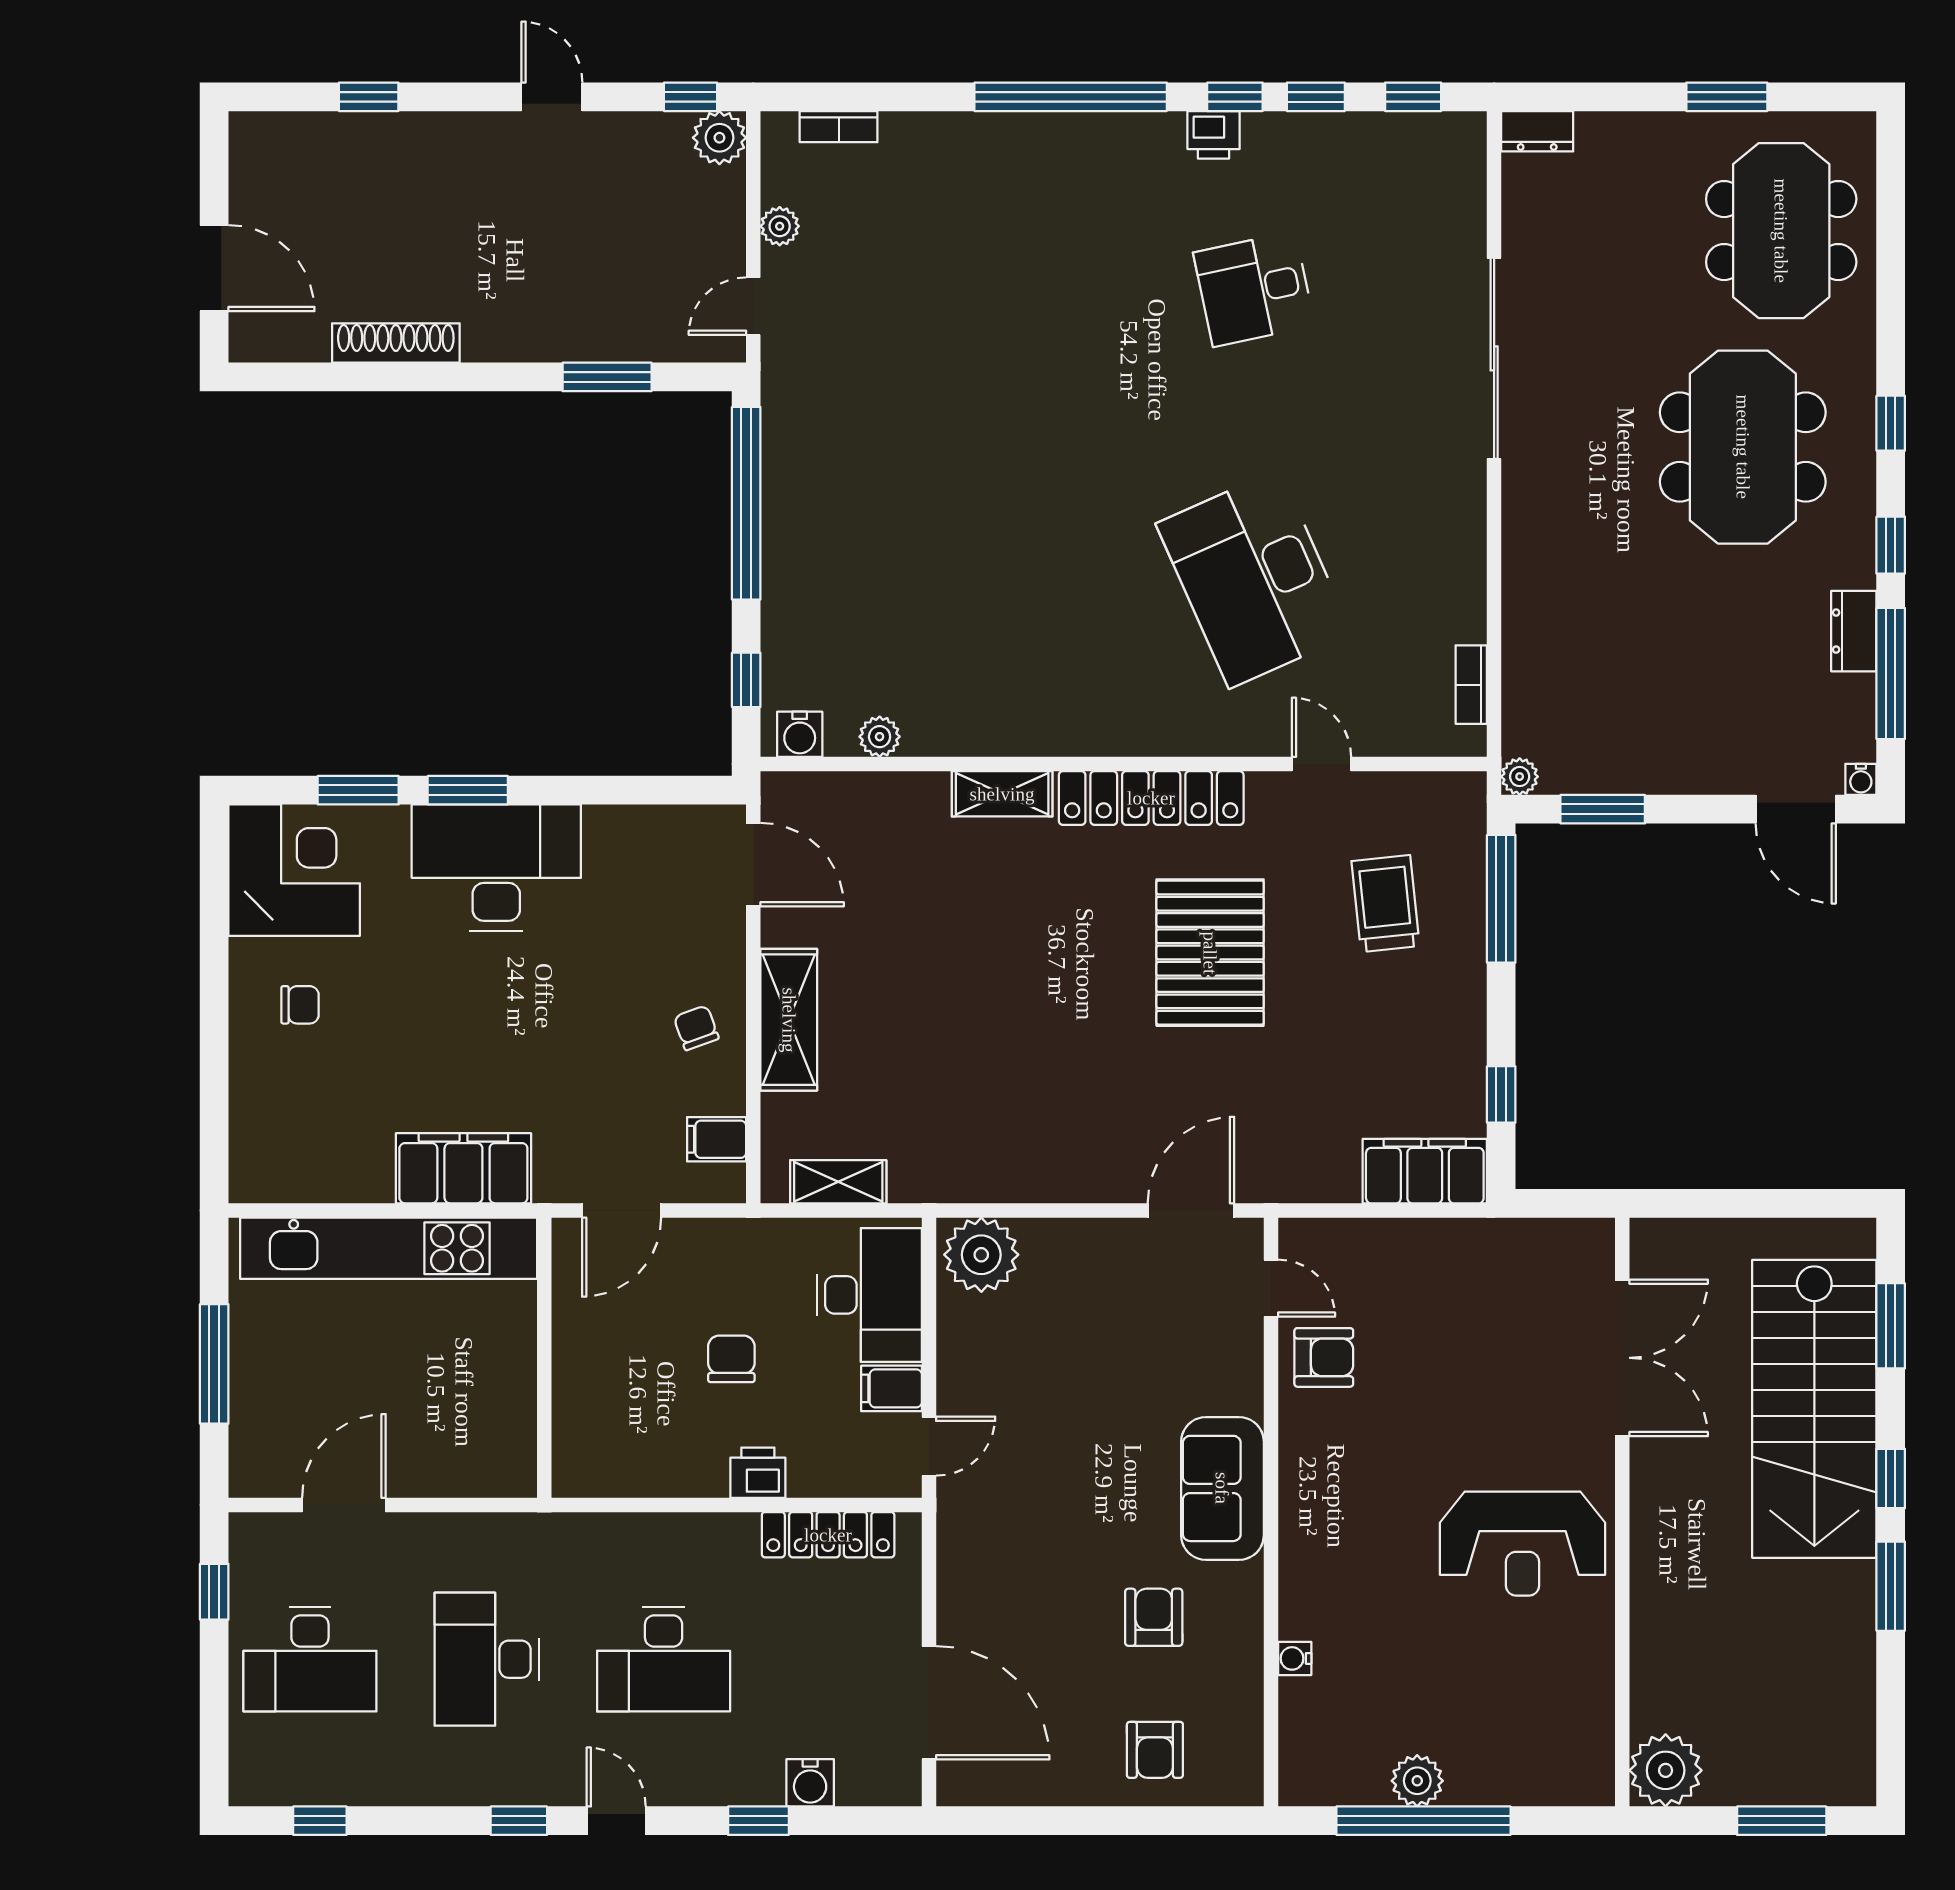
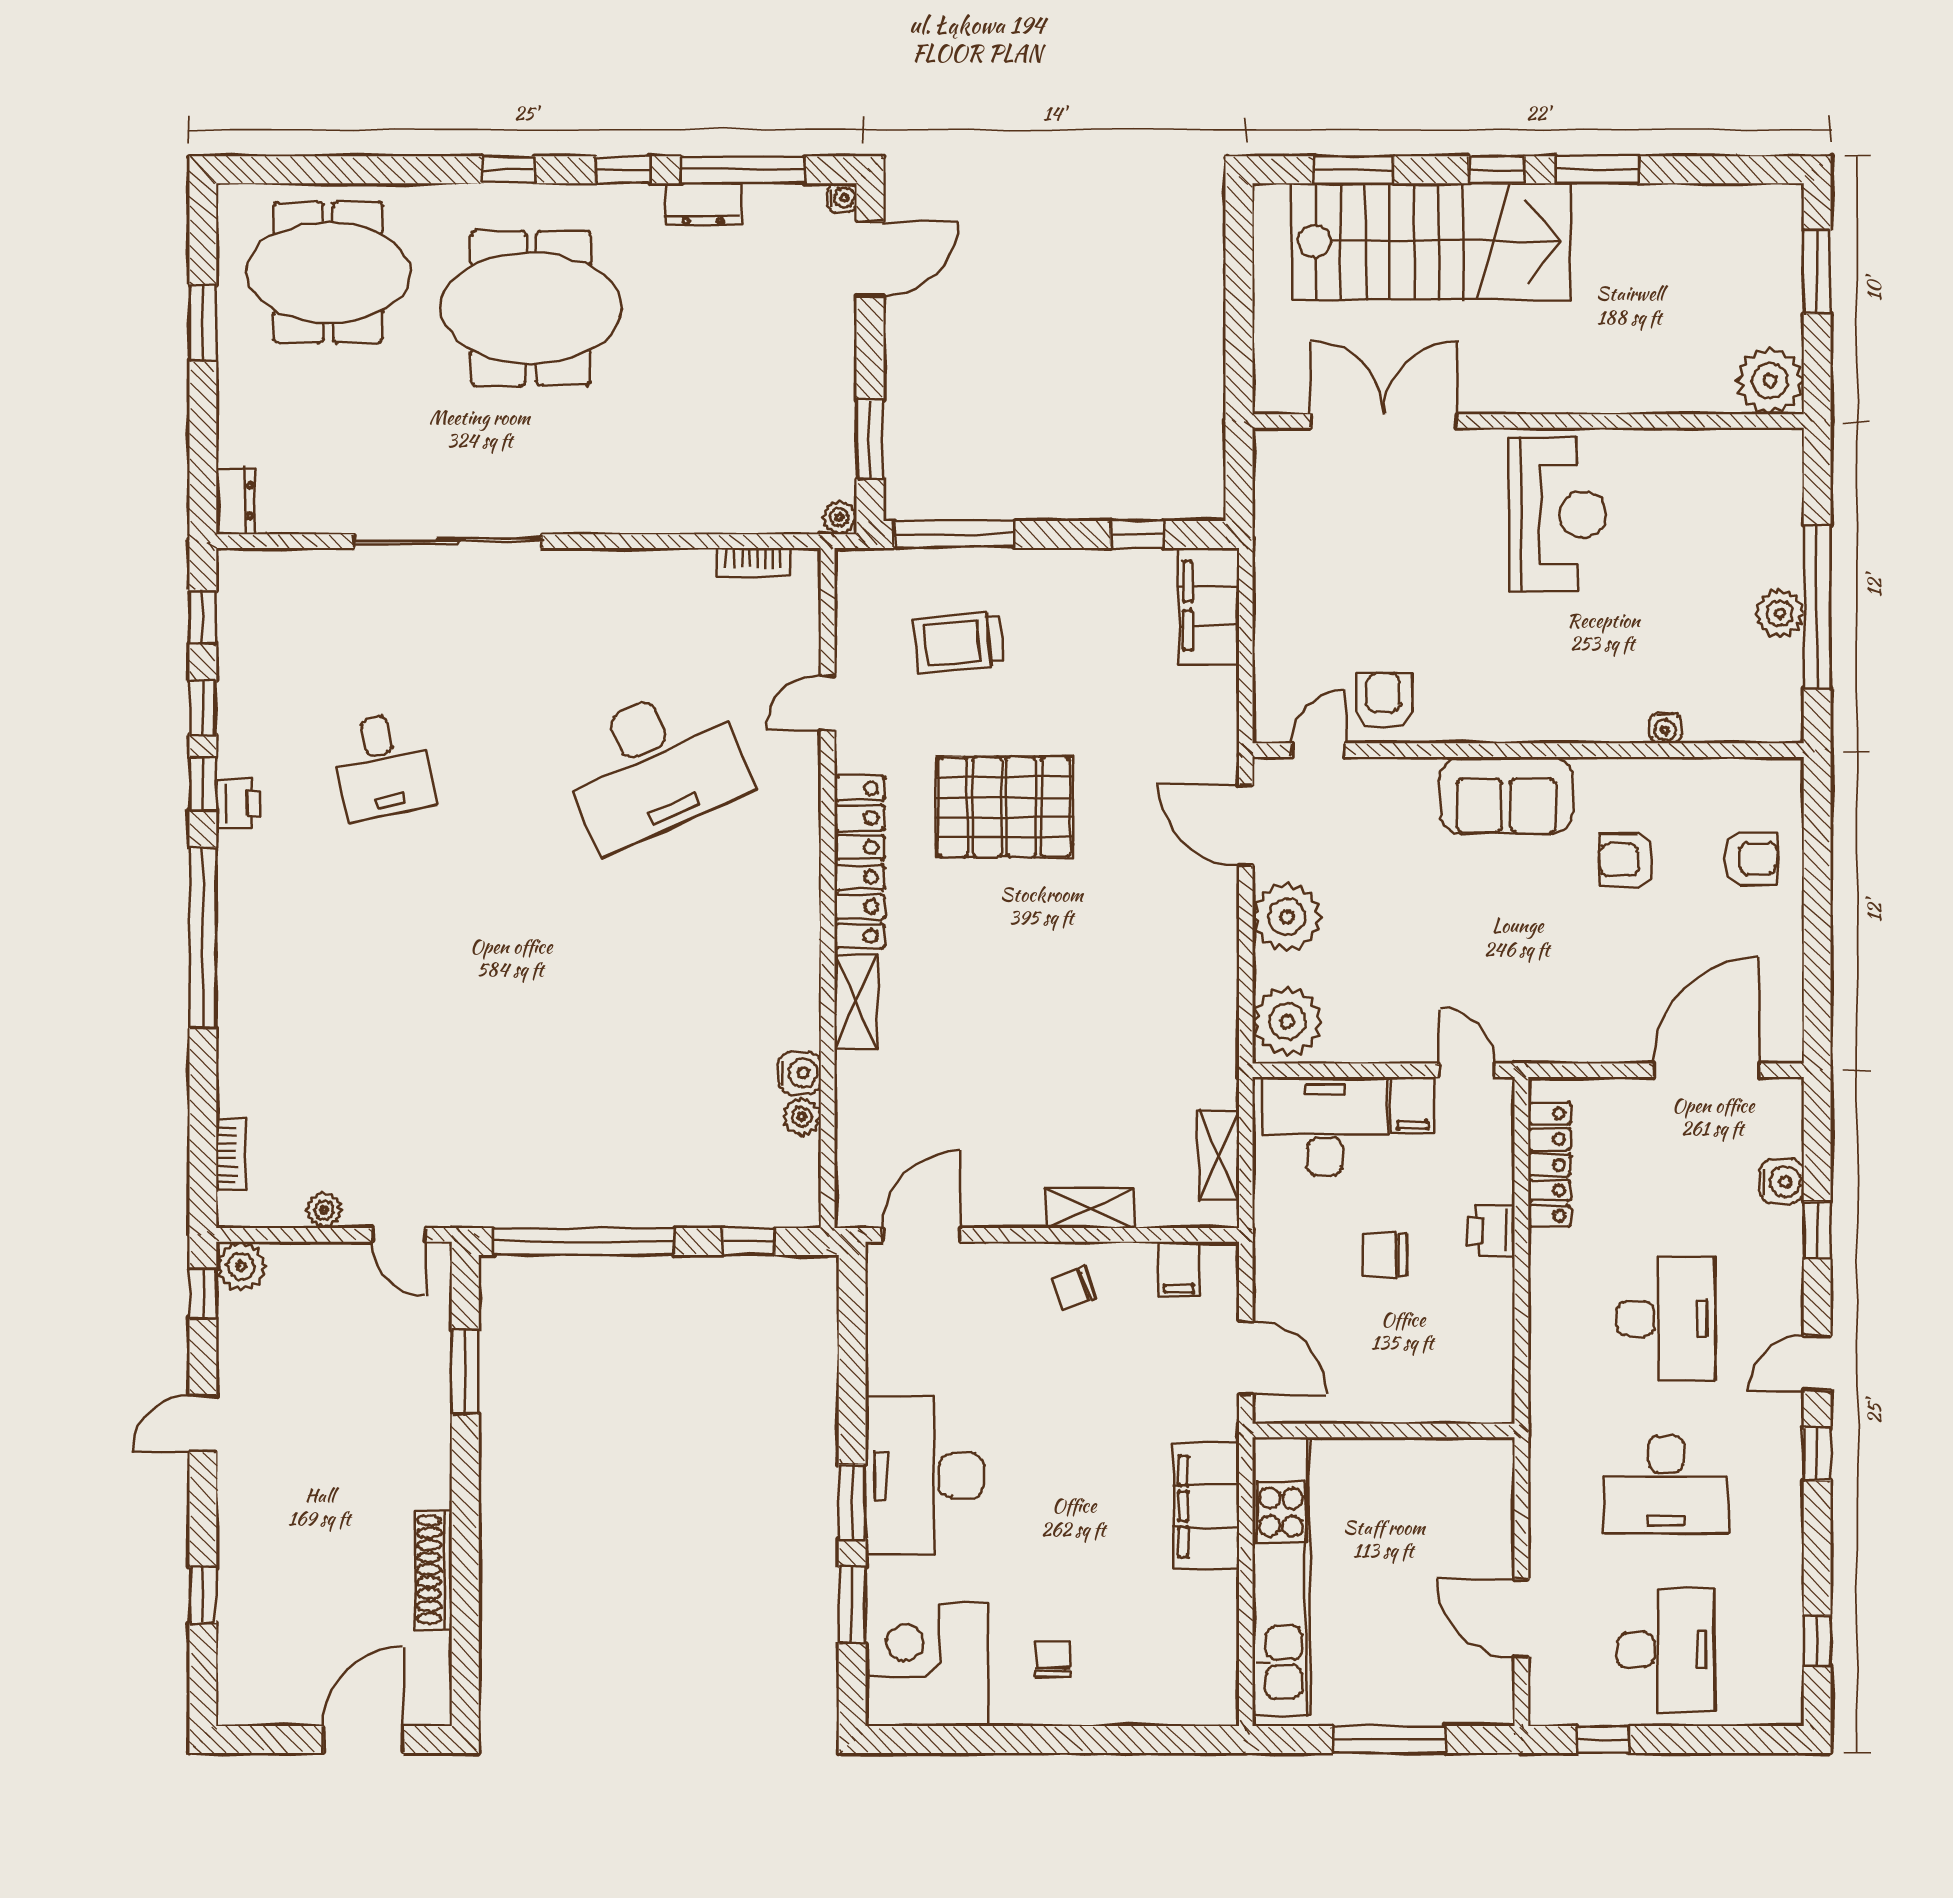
water cooler: (800, 734) -> (800, 1073), moved
shelving: (789, 1020) -> (1089, 1208), width x0.67, depth x0.75
plant: (1093, 1254) -> (1287, 917), added

